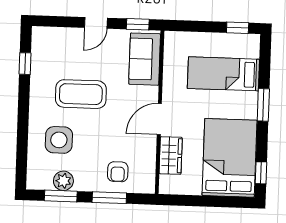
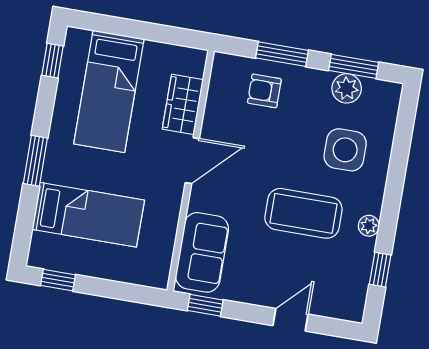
door: (96, 23) -> (291, 320), moved
plant: (36, 92) -> (369, 226), added
bed: (230, 158) -> (109, 91), width x0.67
armchair: (118, 172) -> (264, 91), turned -90

